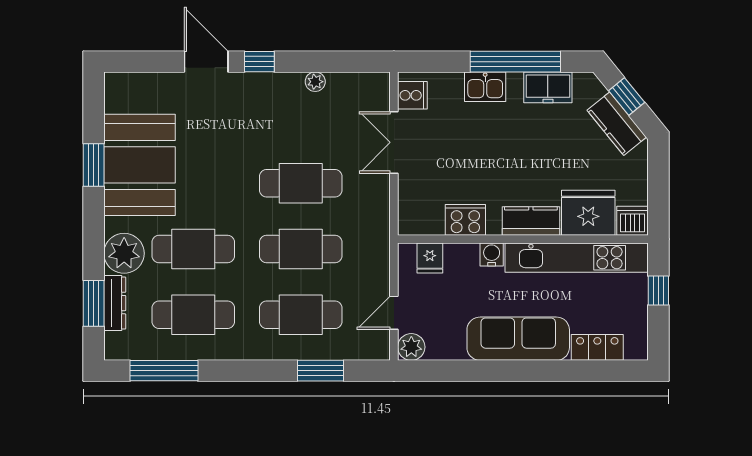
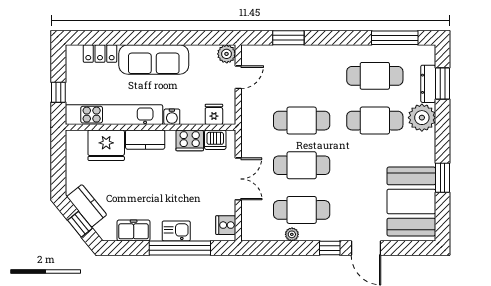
window: (515, 62) -> (180, 248), moved
double door: (394, 142) -> (238, 179), moved
booth: (140, 165) -> (411, 201), moved
dishwasher: (632, 221) -> (215, 140), moved
cafe table: (301, 315) -> (302, 210), moved

